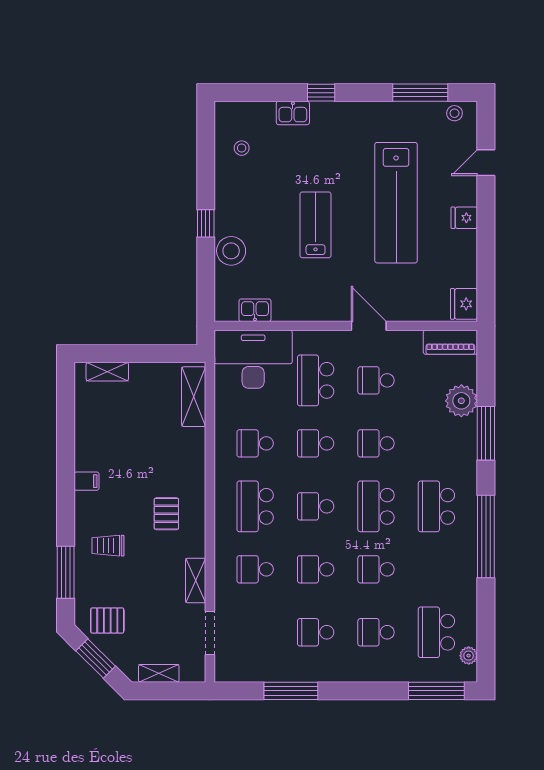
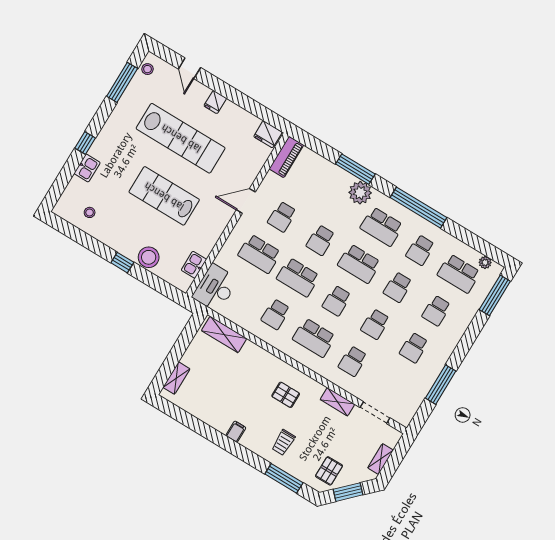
lab bench: (316, 225) -> (164, 196), width x1.36, depth x1.39
desk: (253, 359) -> (215, 288), width x0.73, depth x0.77
plant: (461, 401) -> (360, 193), moved
school desk: (316, 443) -> (298, 277), width x1.85
school desk: (436, 569) -> (420, 250), added

